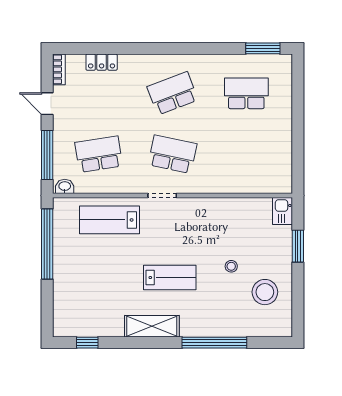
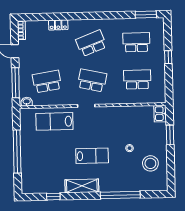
locker: (102, 62) -> (58, 25), moved
window: (298, 119) -> (168, 57), added
school desk: (246, 154) -> (137, 79), added
window: (47, 244) -> (17, 151), moved
window: (87, 343) -> (53, 197), moved

